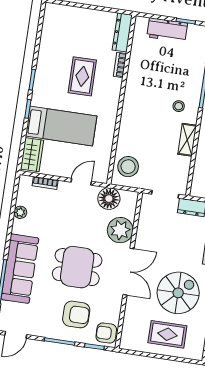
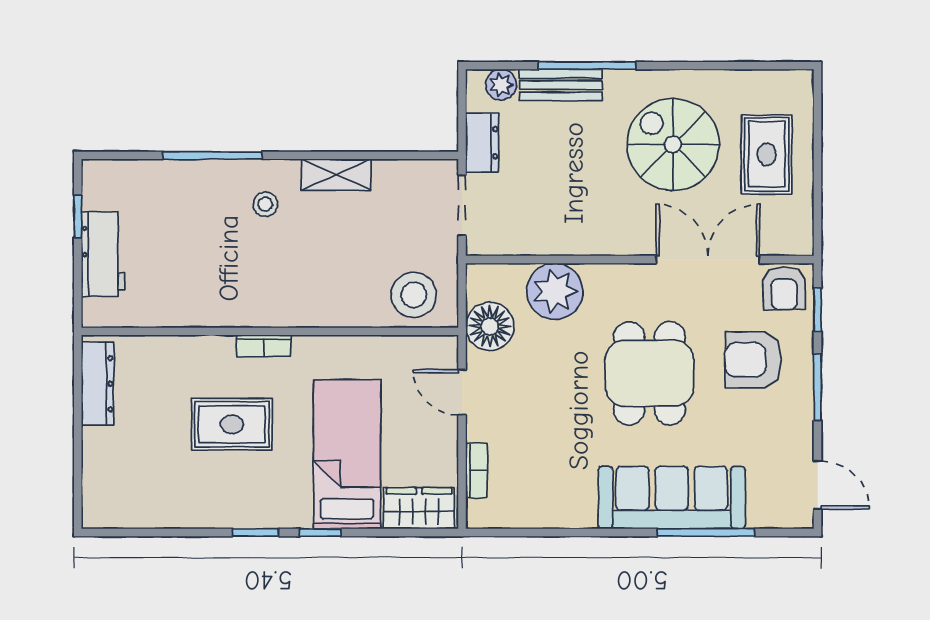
dresser: (122, 32) -> (98, 384), moved, turned -90
bookcase: (120, 65) -> (264, 346), moved
plant: (20, 212) -> (549, 515), removed
double door: (129, 272) -> (708, 260), moved
armchair: (76, 314) -> (753, 360), turned -90

